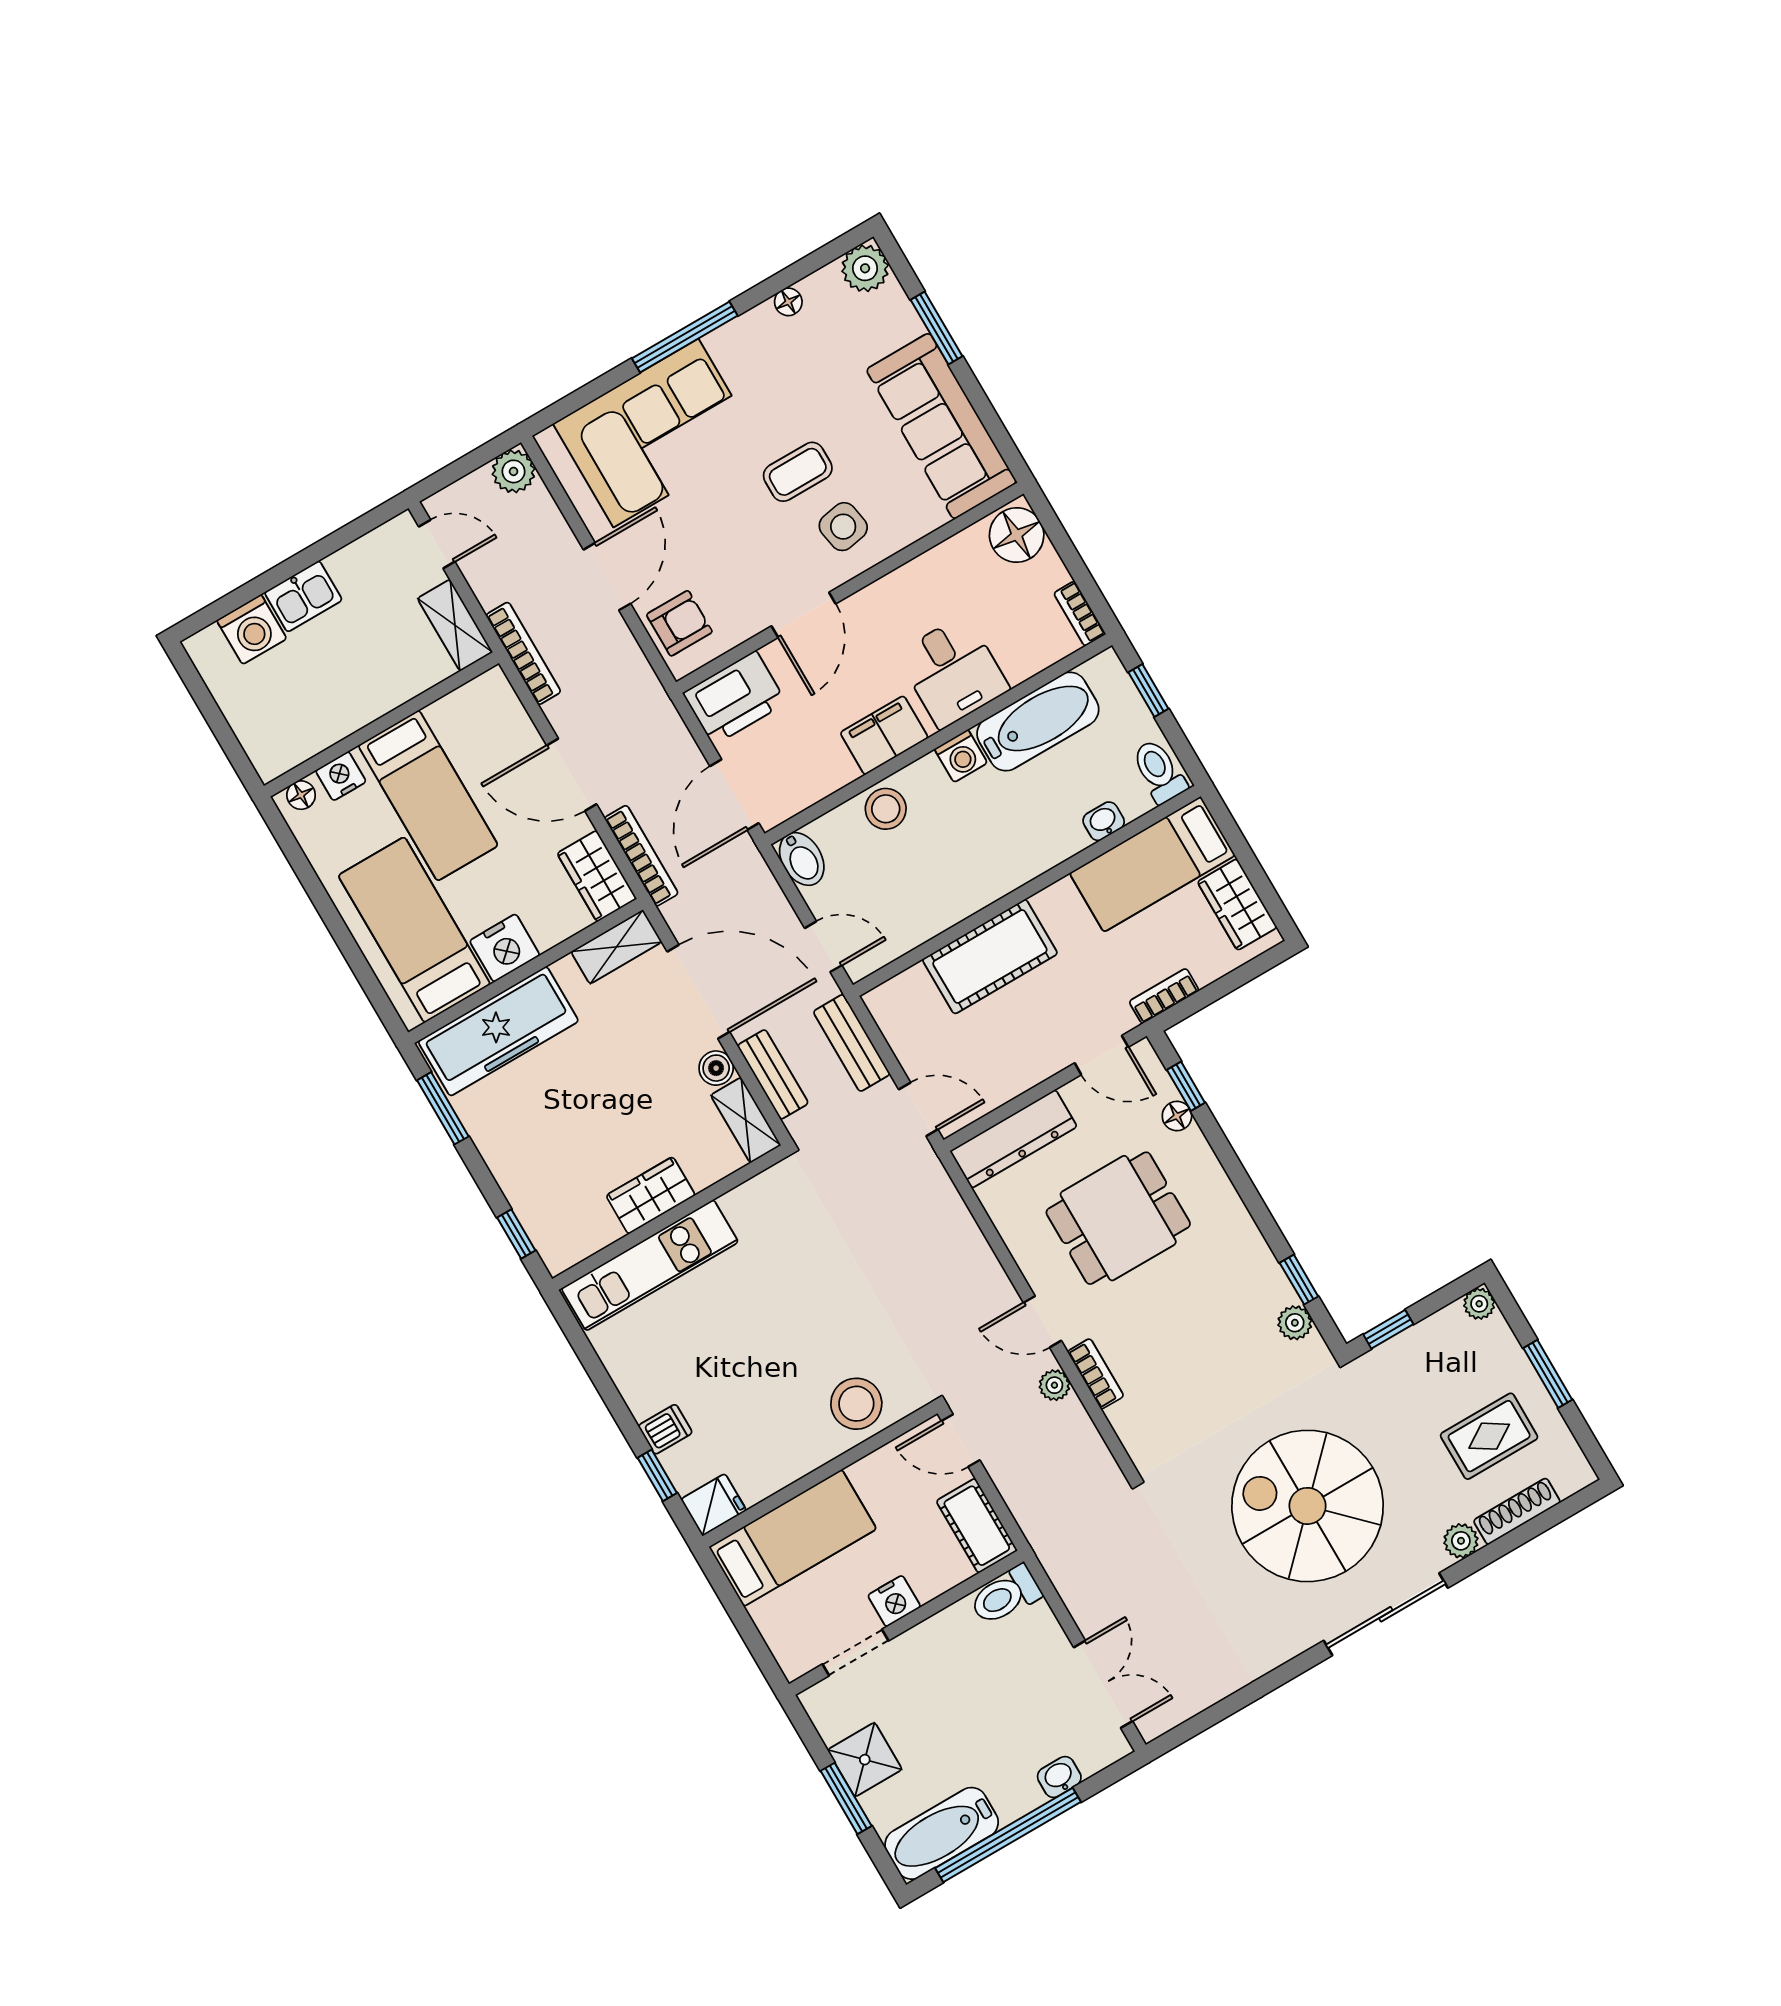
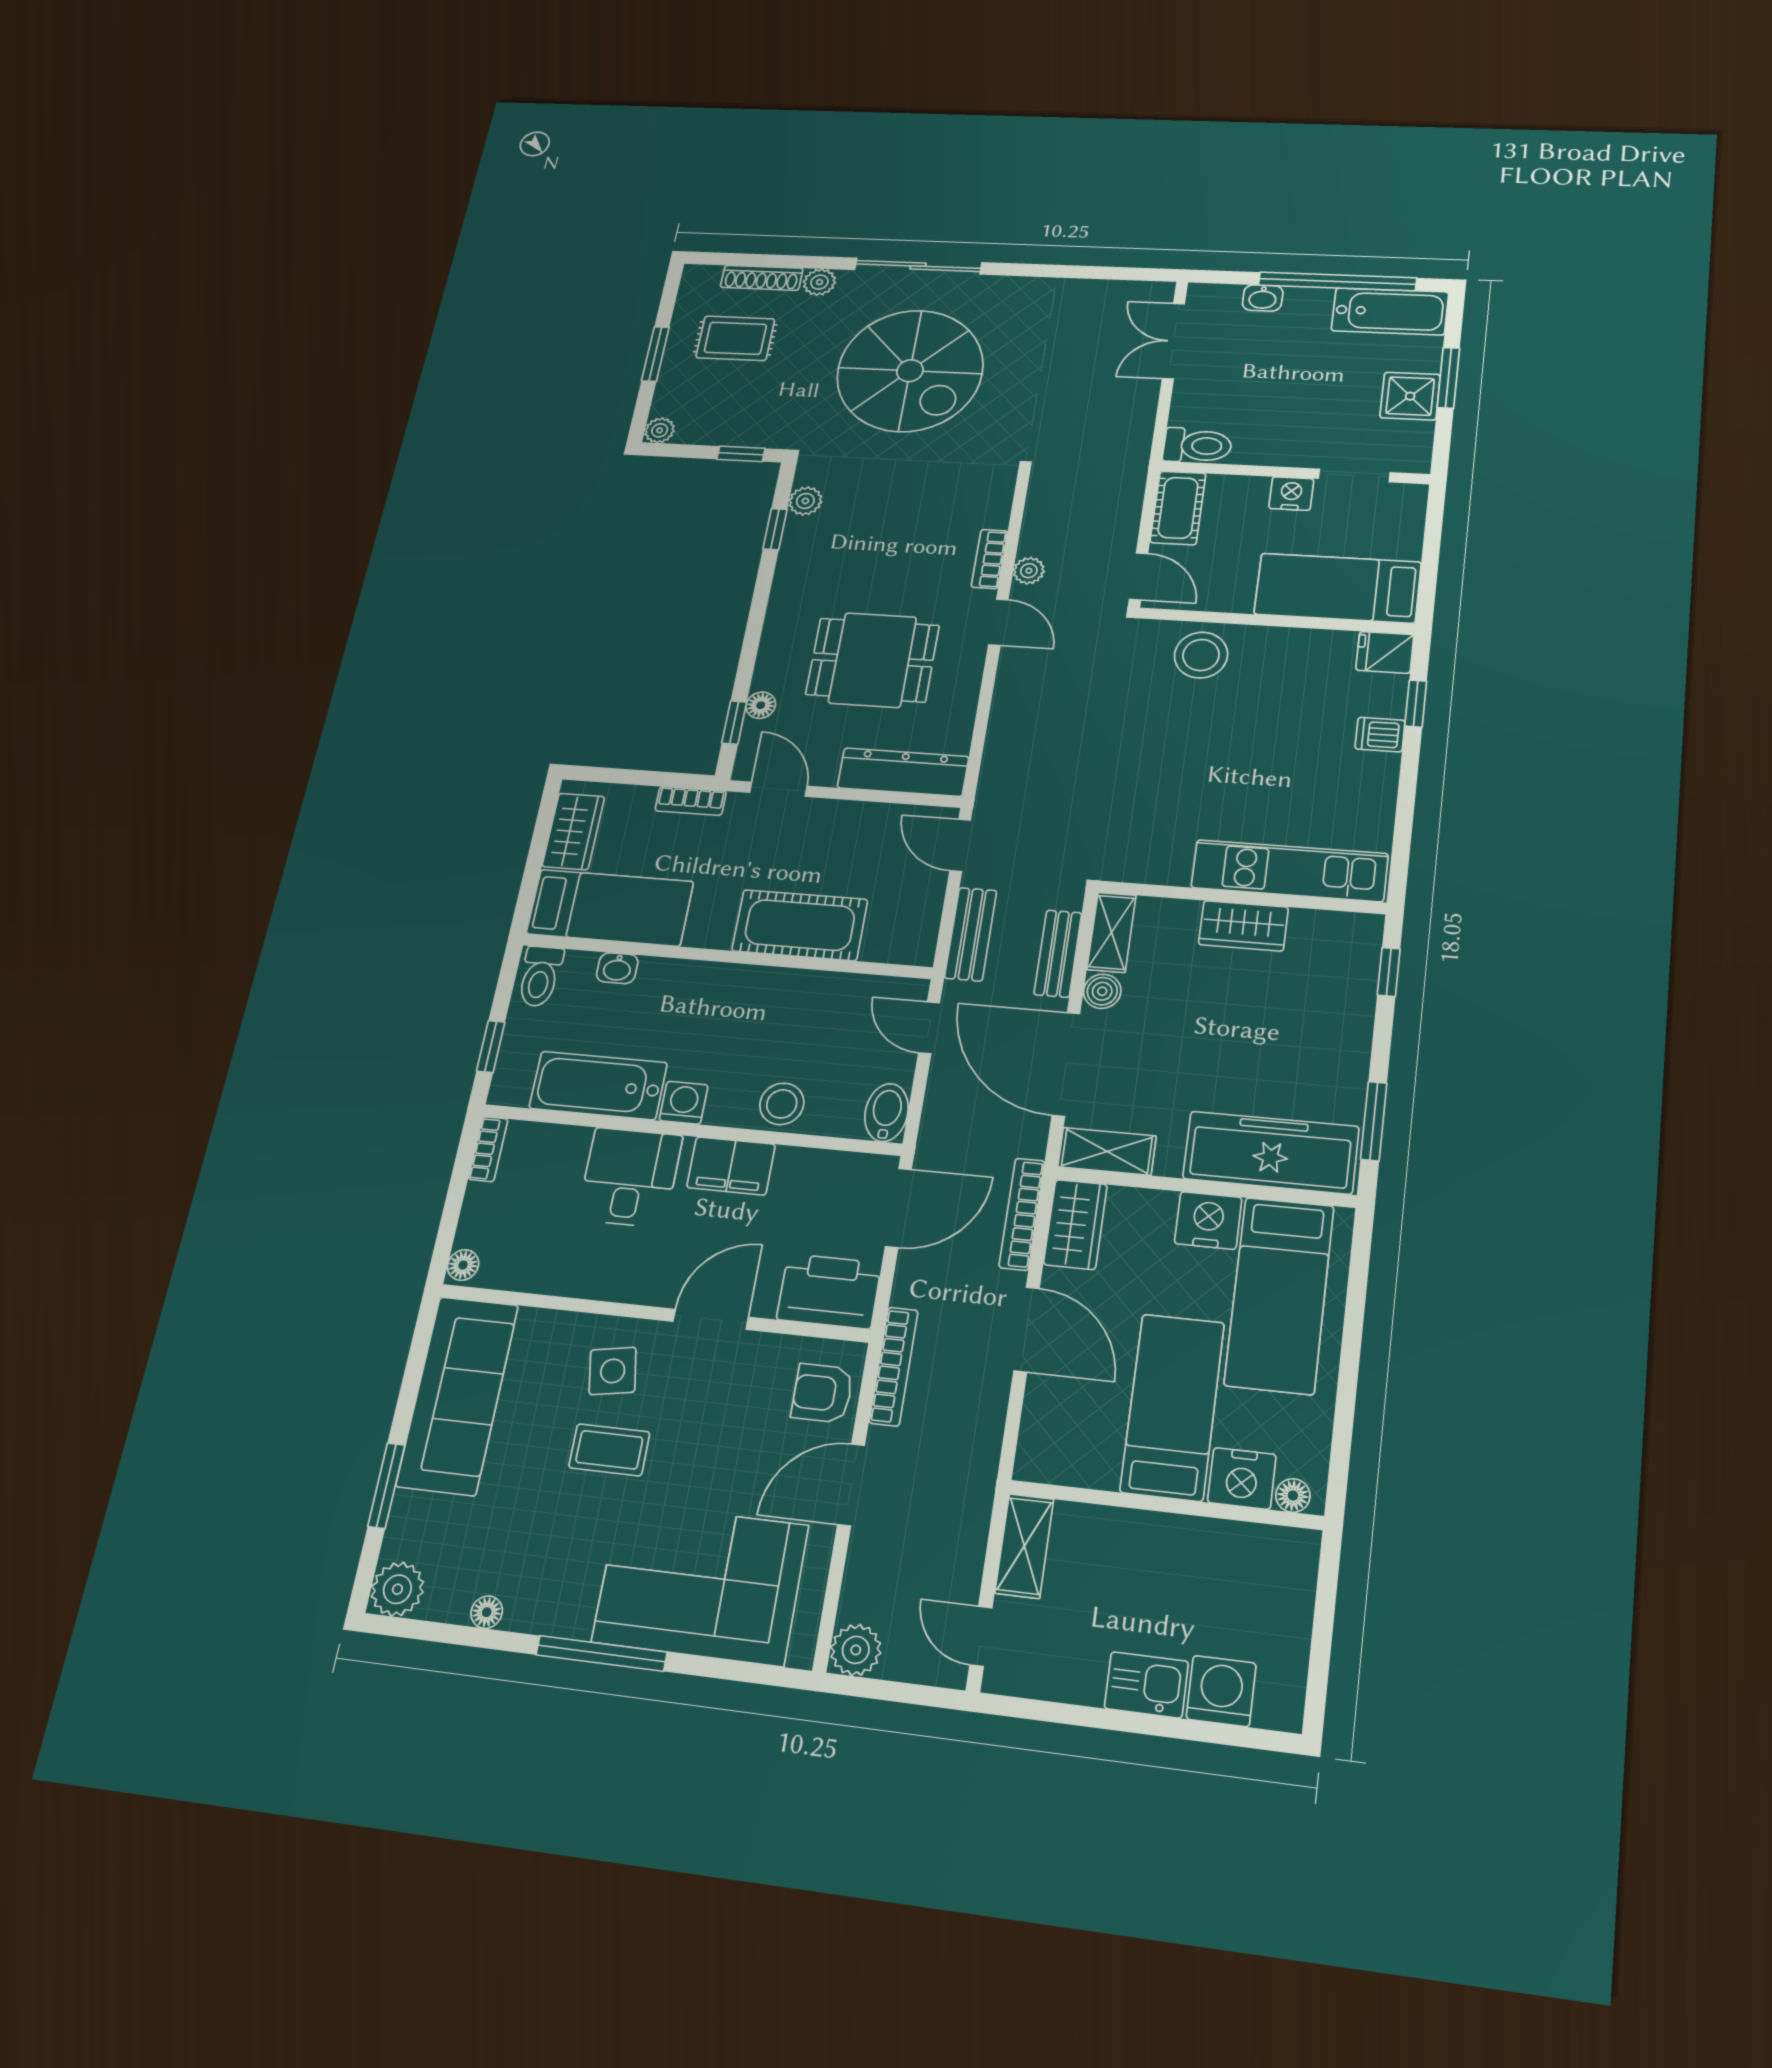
floor lamp: (1017, 535) -> (463, 1265), width x0.53, depth x0.53
bookcase: (523, 653) -> (894, 1366), moved, turned 180
nightstand: (341, 776) -> (1242, 1478), width x1.36, depth x1.33

